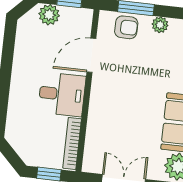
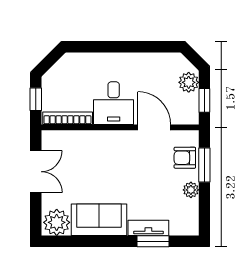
armchair: (126, 27) -> (185, 158), turned 89

